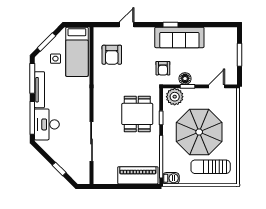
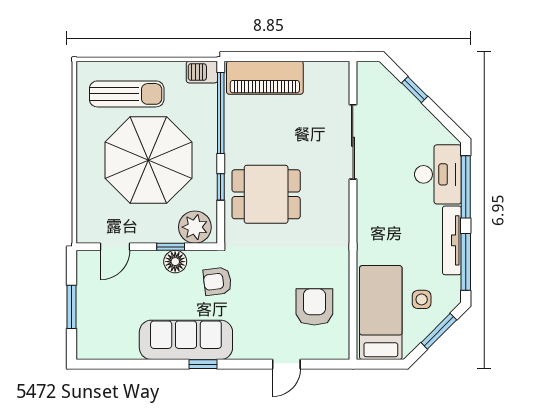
armchair: (163, 68) -> (217, 281), turned -97
dining table: (137, 114) -> (266, 194), turned 90

